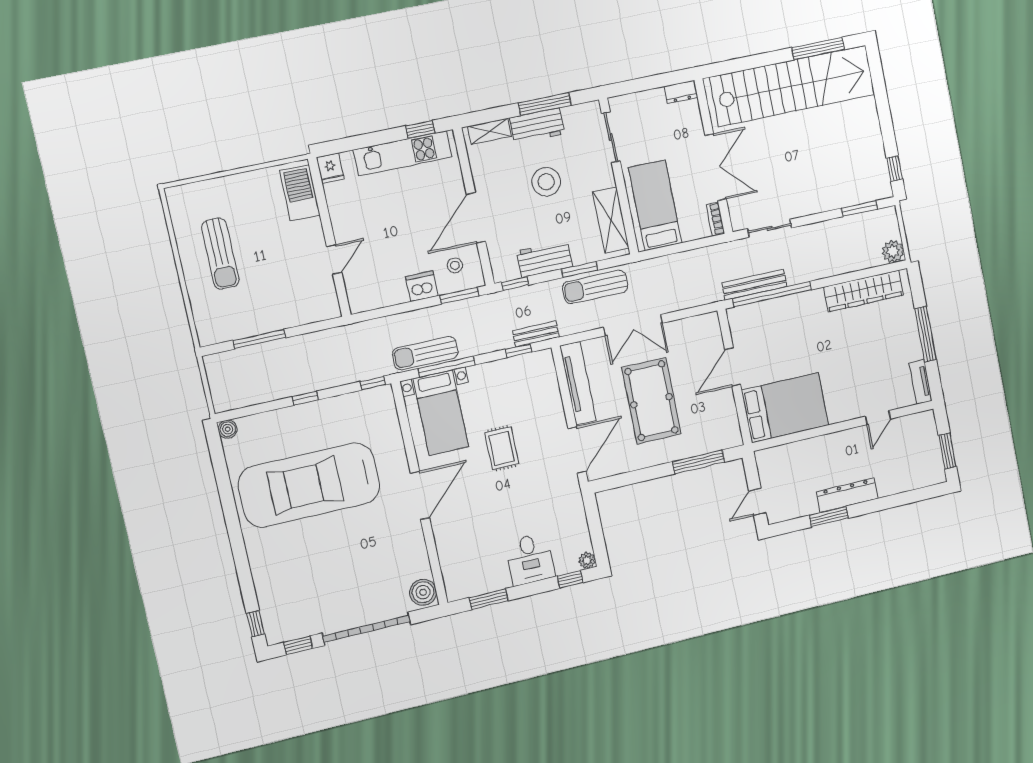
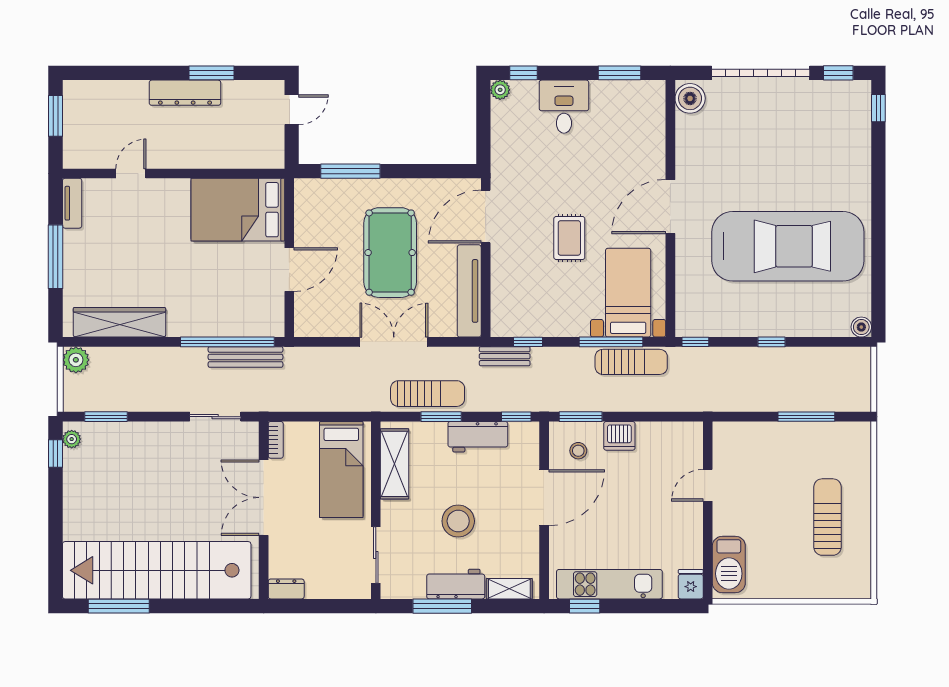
plant: (884, 184) -> (72, 439), added

